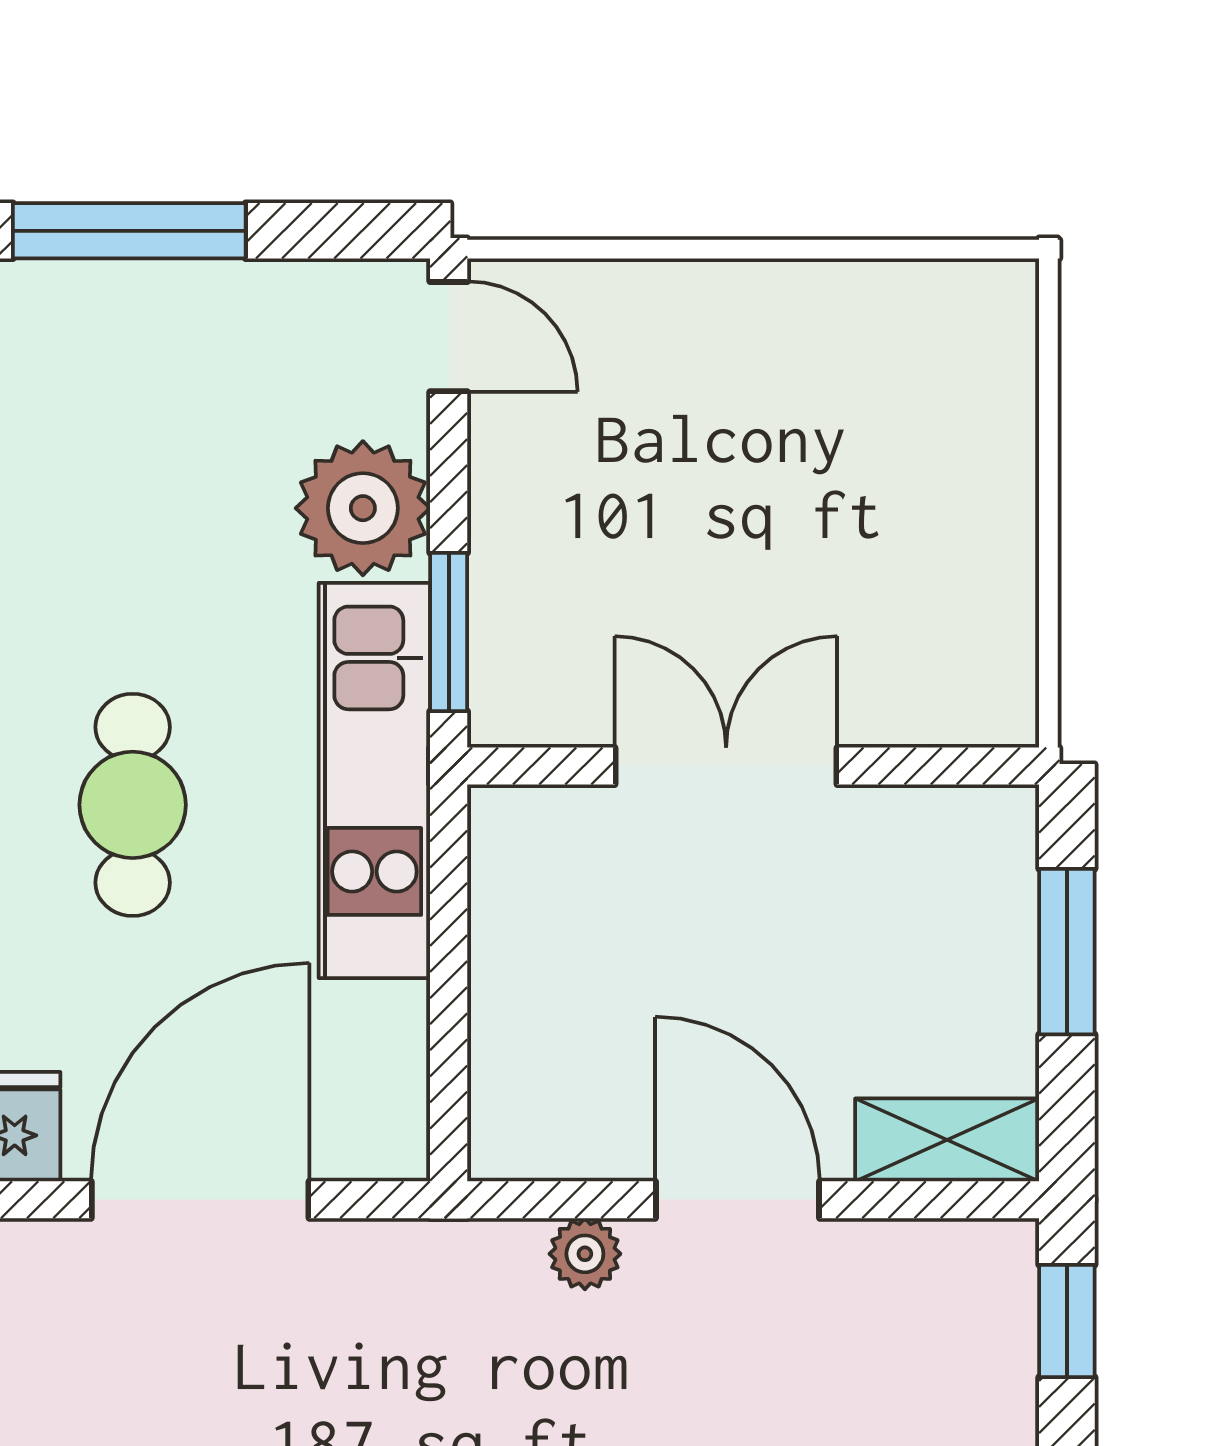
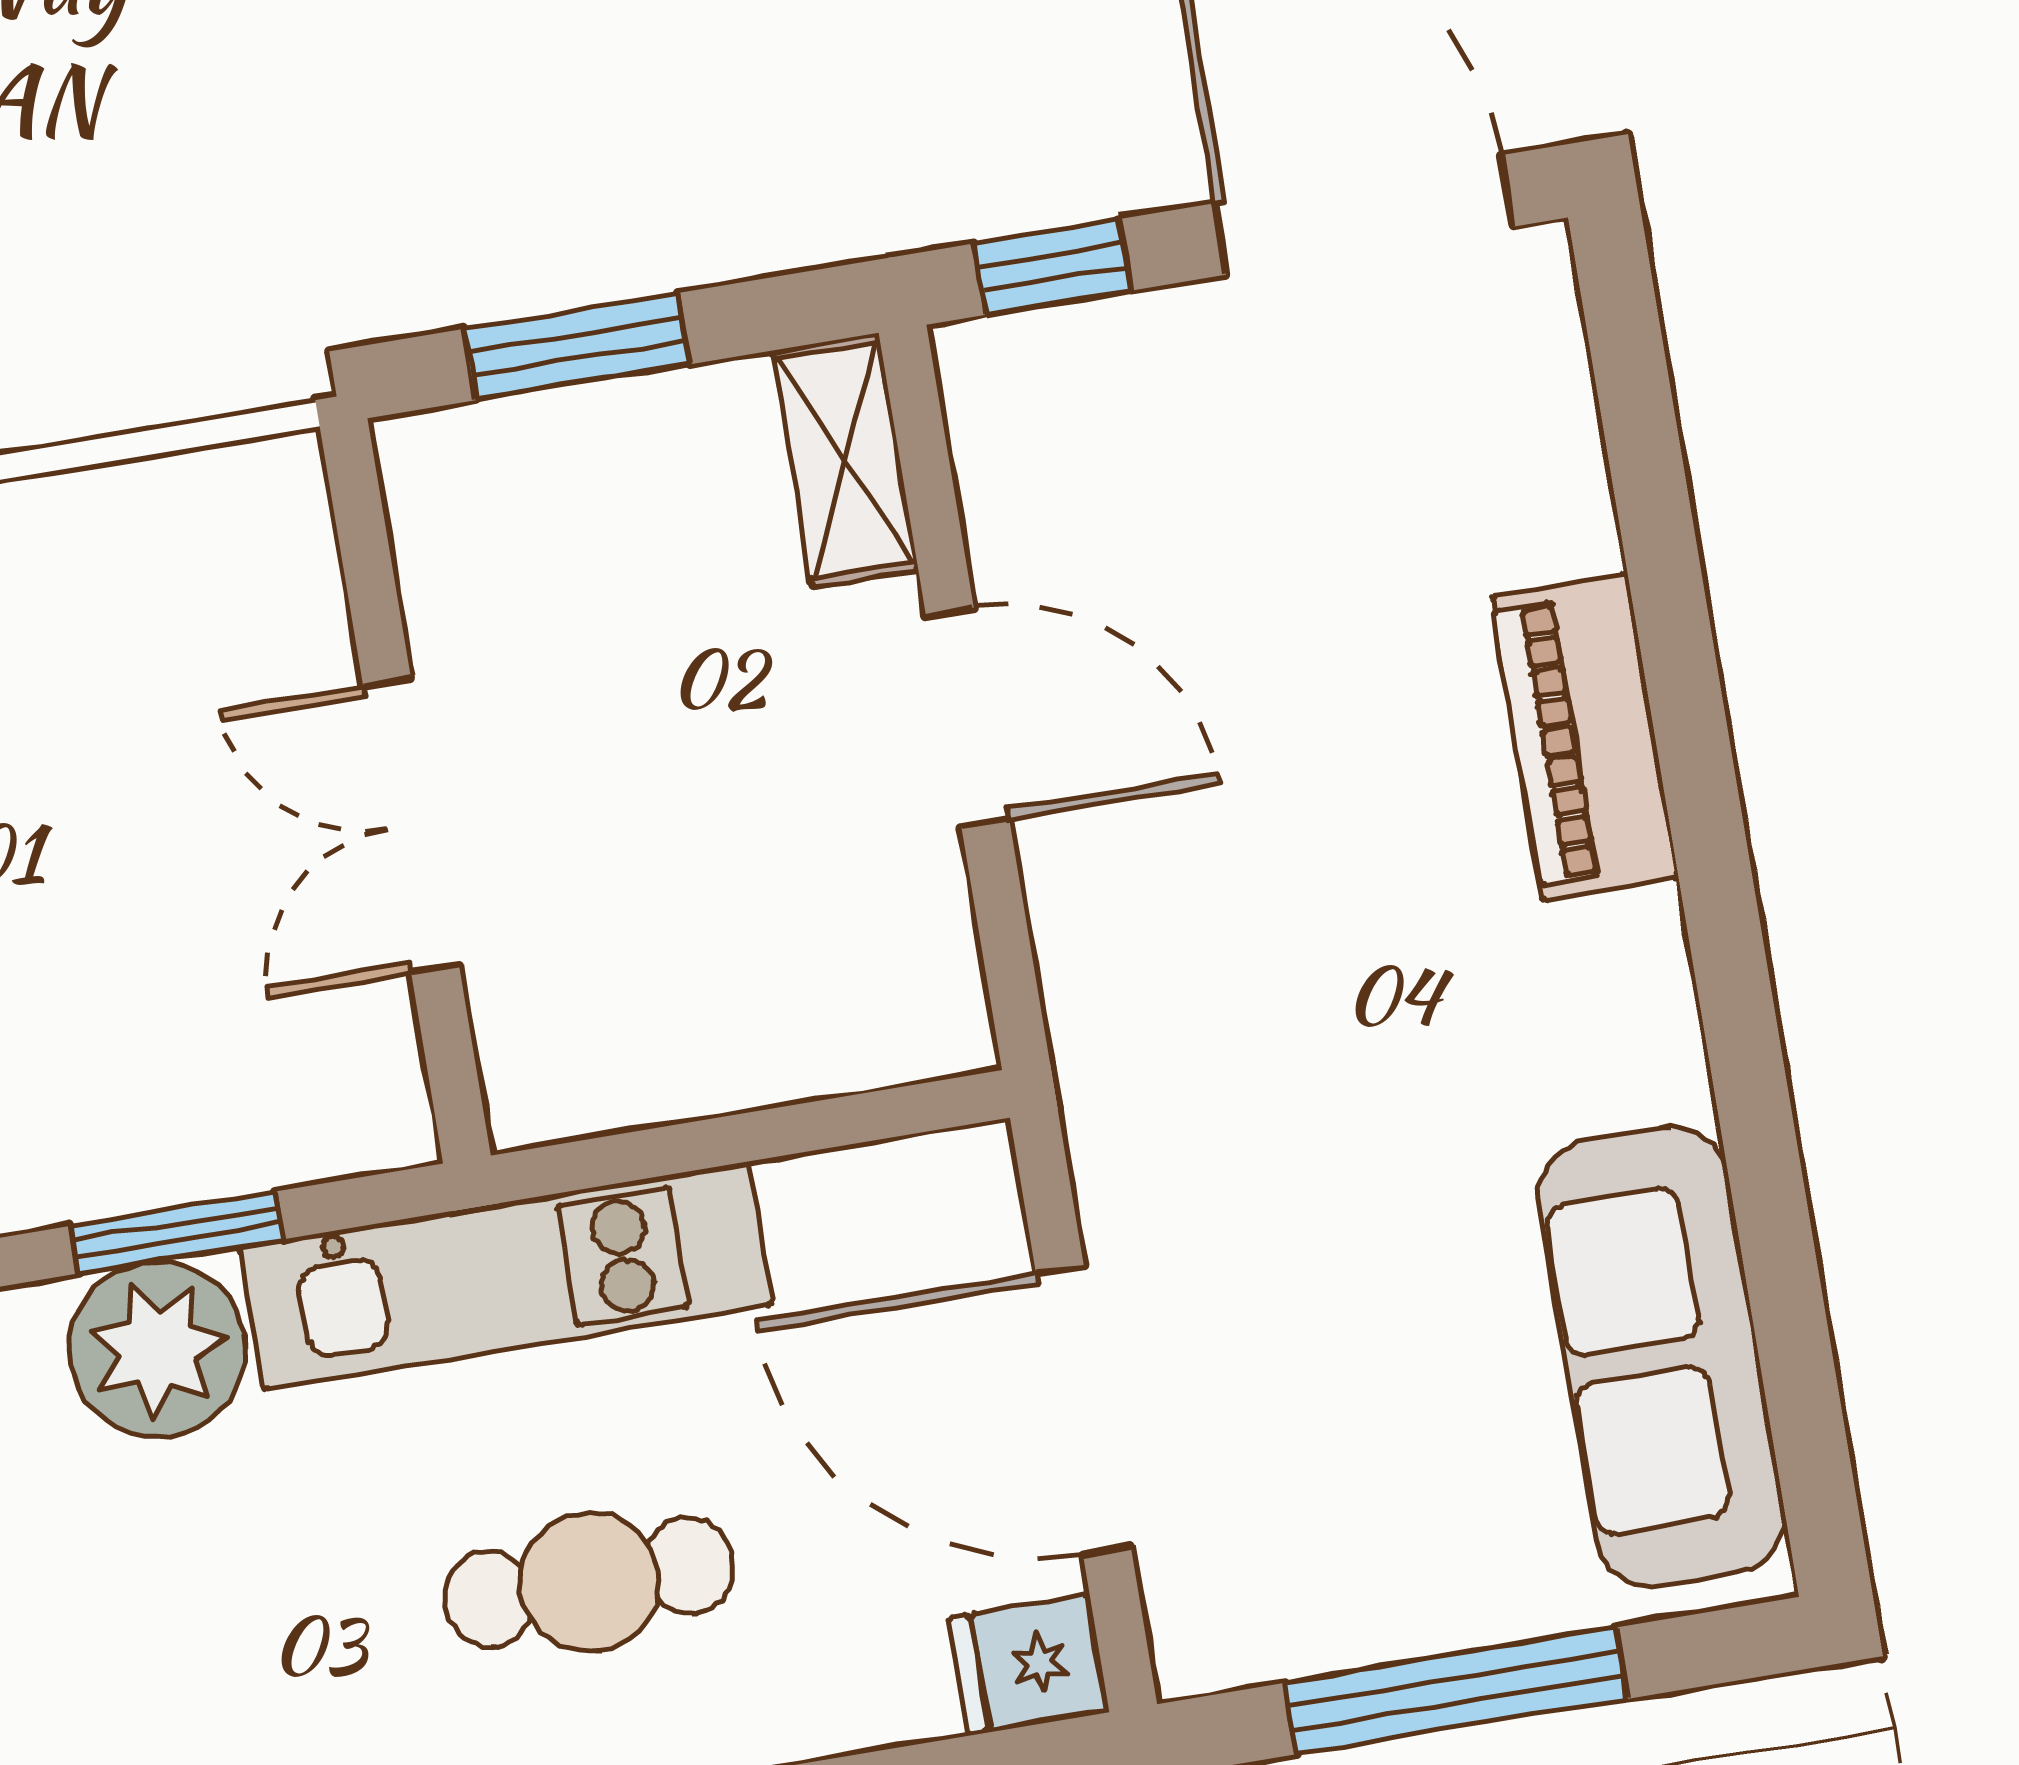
window: (449, 632) -> (177, 1233), moved
door: (737, 1200) -> (968, 718), swing flipped
plant: (585, 1254) -> (1070, 902), removed

